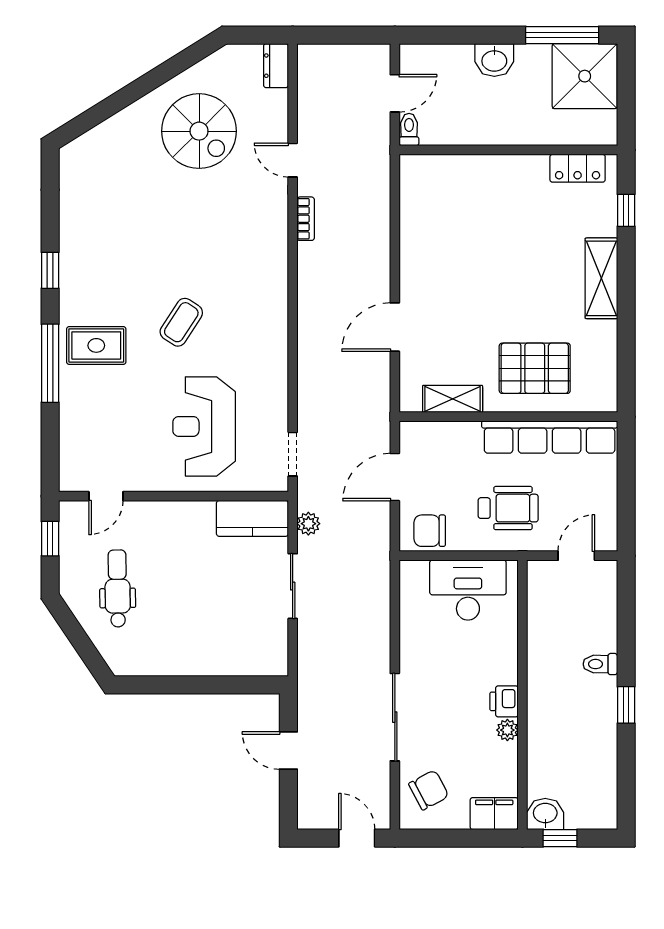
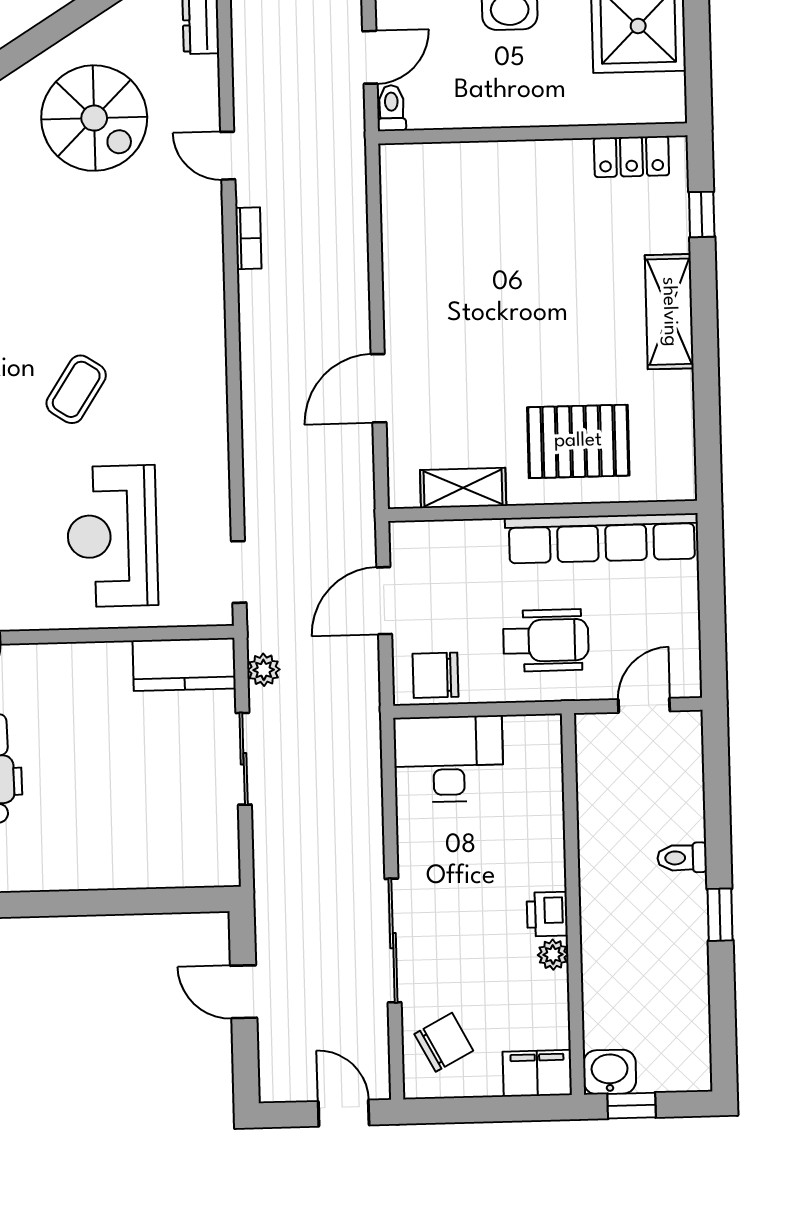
desk: (468, 590) -> (449, 759), moved

